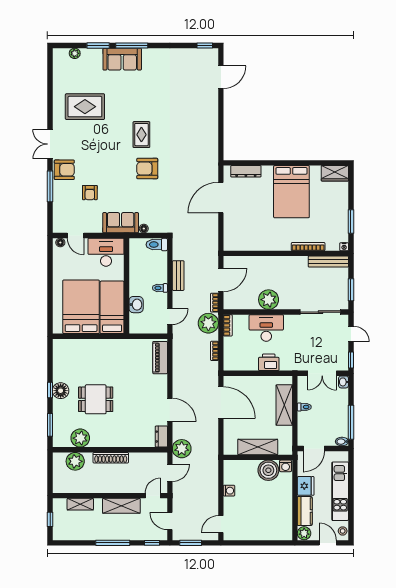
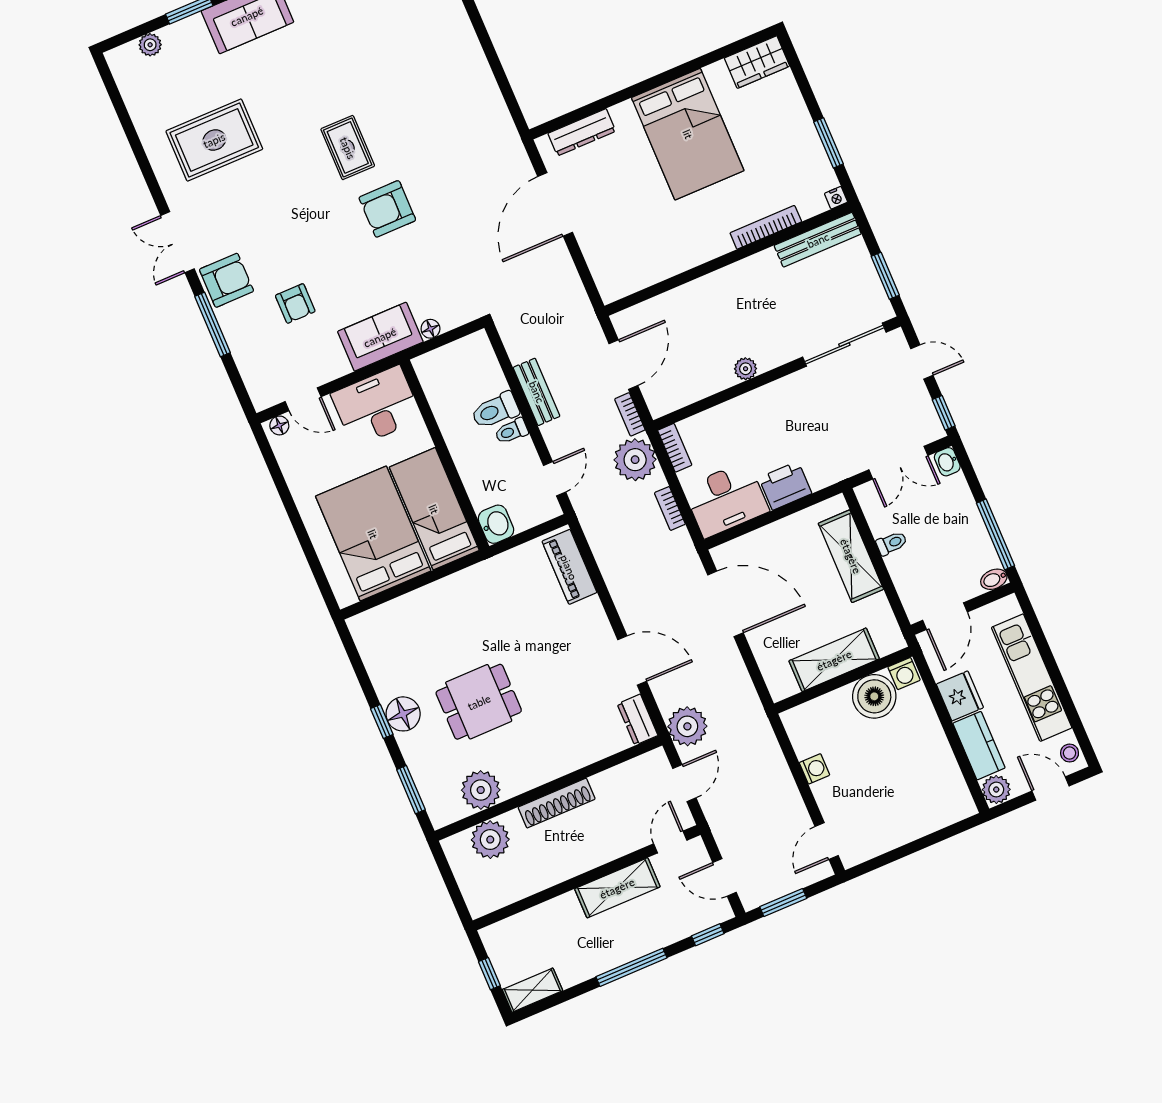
toilet: (157, 245) -> (495, 411), moved
plant: (269, 300) -> (746, 369), width x0.53, depth x0.53
washbasin: (136, 305) -> (496, 524), moved
desk: (266, 328) -> (726, 499), moved, turned 180
shelving: (80, 504) -> (532, 990), moved

